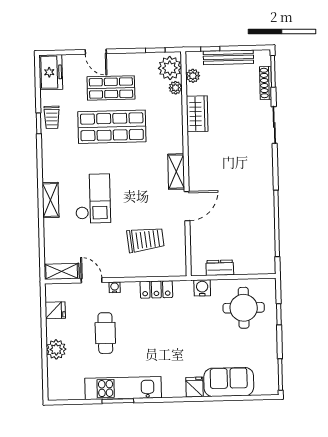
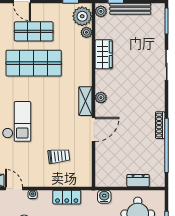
plant: (193, 76) -> (101, 11), moved
shoe rack: (266, 83) -> (160, 125), moved
plant: (195, 167) -> (101, 98), added
trolley: (145, 240) -> (59, 156), width x0.73, depth x0.72
dresser: (220, 268) -> (138, 181), moved

